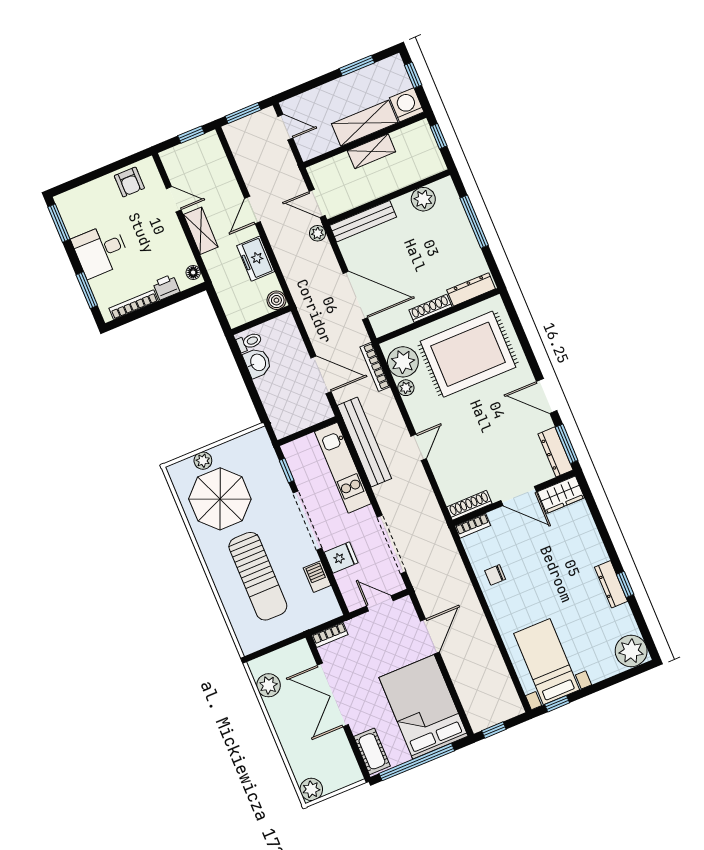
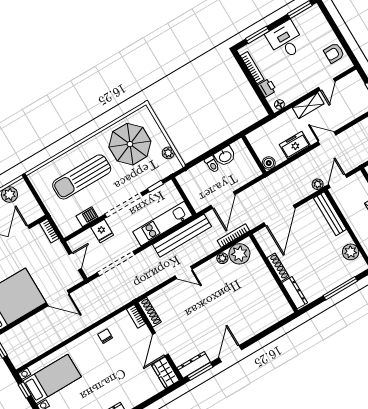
toilet: (249, 342) -> (212, 164), moved
rug: (468, 354) -> (251, 297), removed
plant: (203, 461) -> (168, 153), moved

